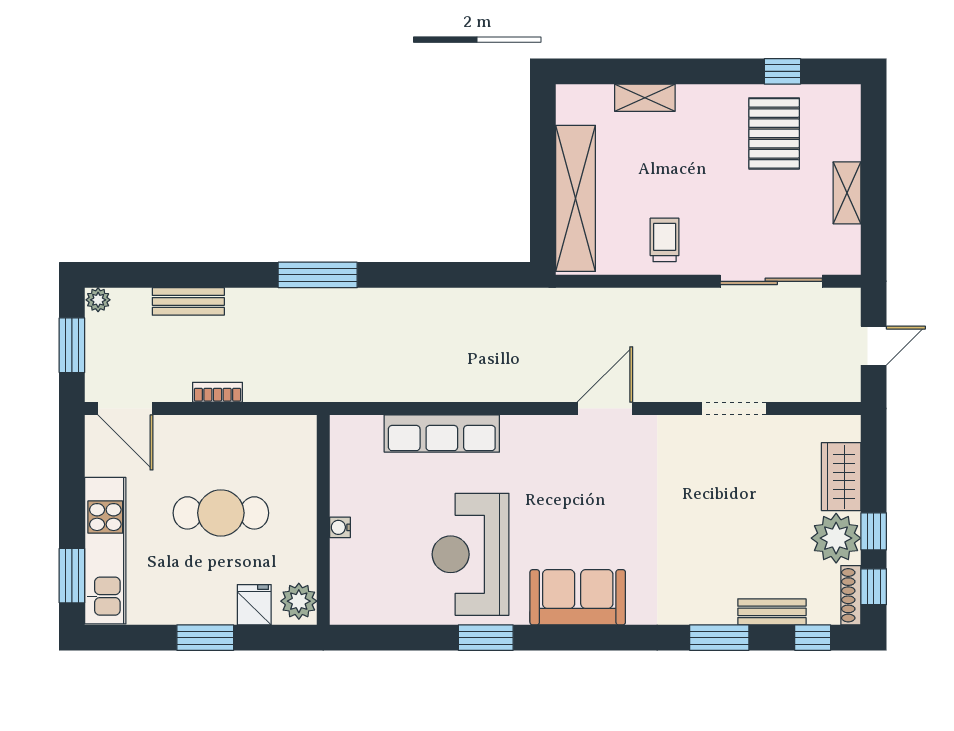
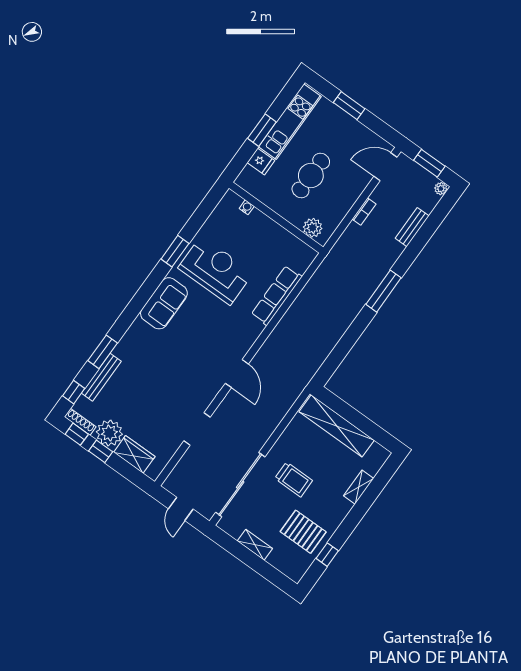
trolley: (665, 240) -> (294, 479), moved, width x1.36, depth x1.39
sliding door: (771, 281) -> (240, 485), width x1.36
water cooler: (340, 527) -> (247, 207), moved
kitchen unit: (105, 551) -> (290, 122), moved, turned -90
window: (72, 576) -> (349, 106), moved
plant: (299, 601) -> (313, 228), moved
bench: (772, 612) -> (101, 377), width x1.36

